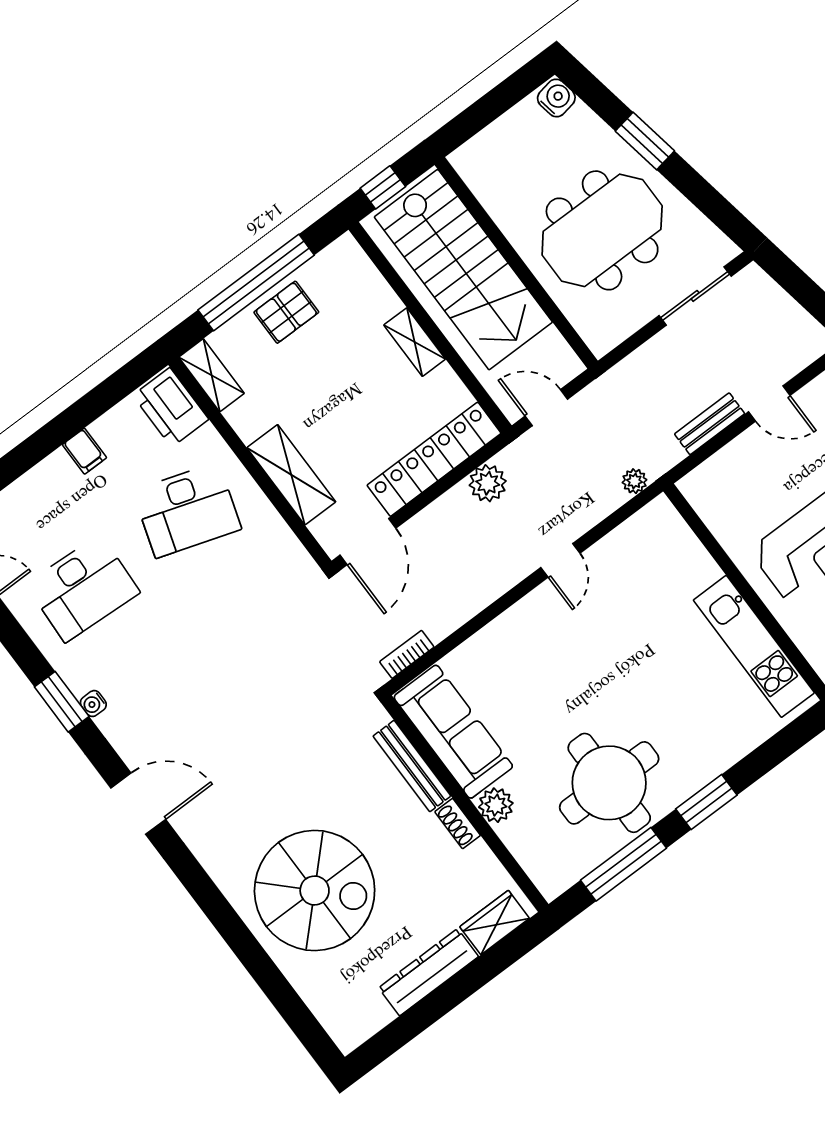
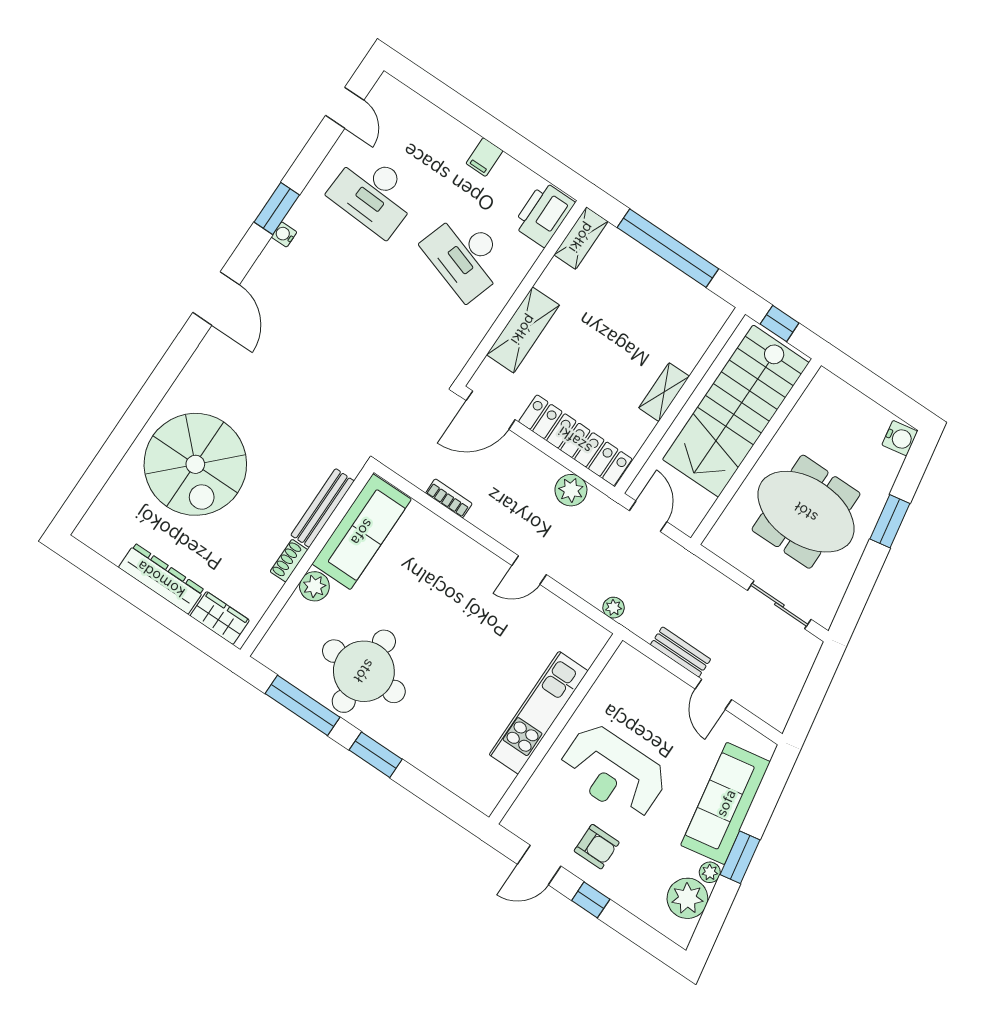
pallet: (286, 312) -> (652, 281), removed
kitchen unit: (754, 646) -> (539, 713), moved
bookcase: (407, 654) -> (449, 498), moved

